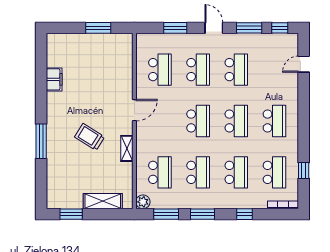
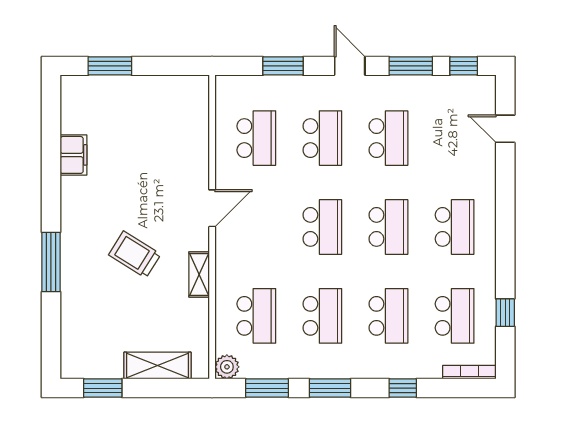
window: (98, 28) -> (110, 66), moved
door: (304, 64) -> (505, 129), hinge flipped

